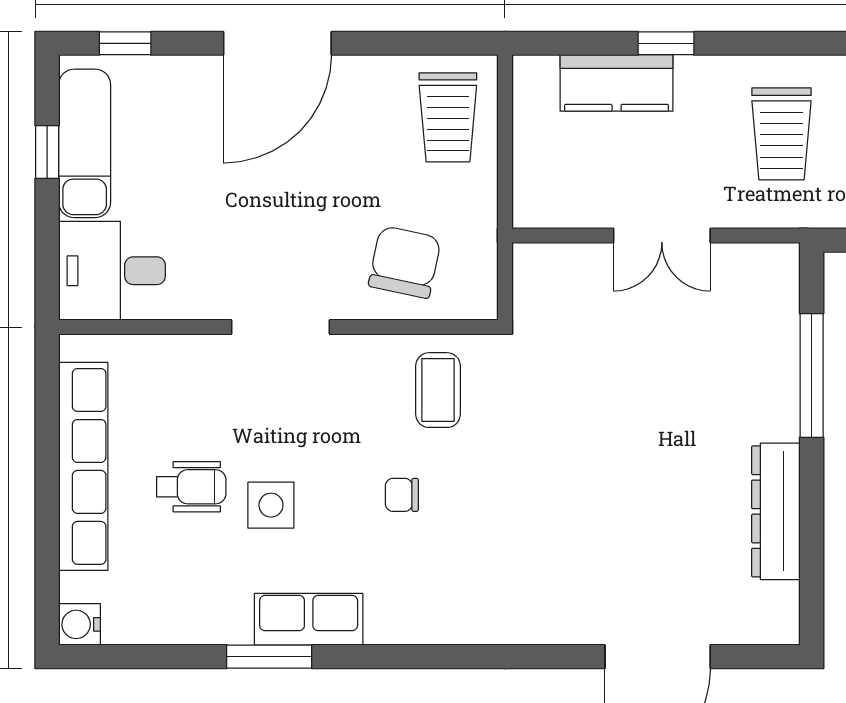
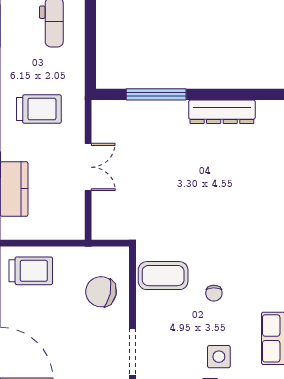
coffee table: (438, 390) -> (163, 276), width x1.36, depth x1.30

